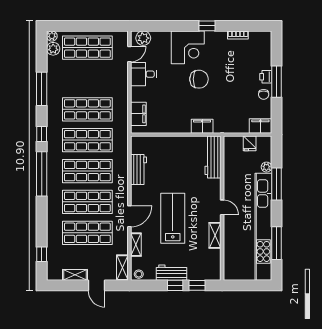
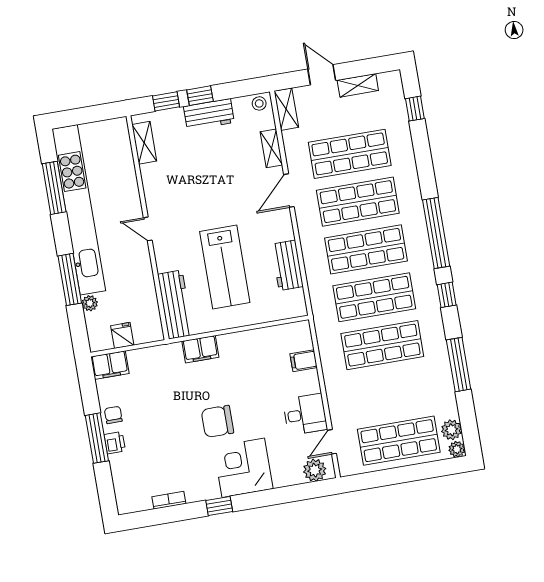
filing cabinet: (138, 114) -> (304, 361), width x0.50
lab bench: (173, 218) -> (225, 267), moved
shelving: (215, 235) -> (144, 143), moved

